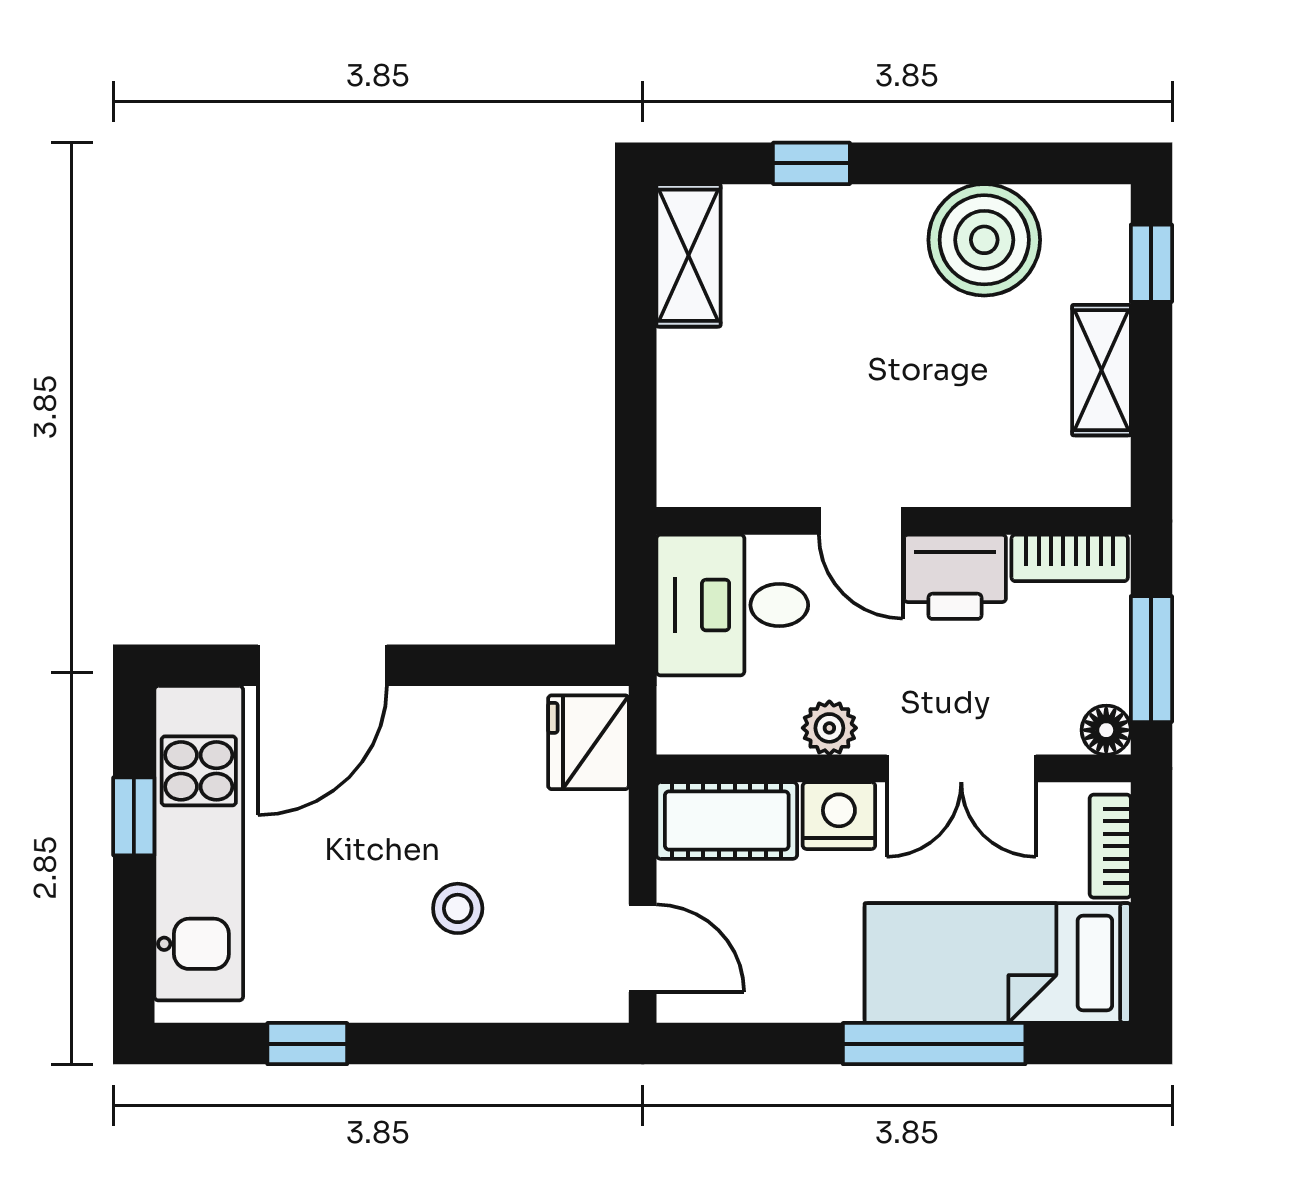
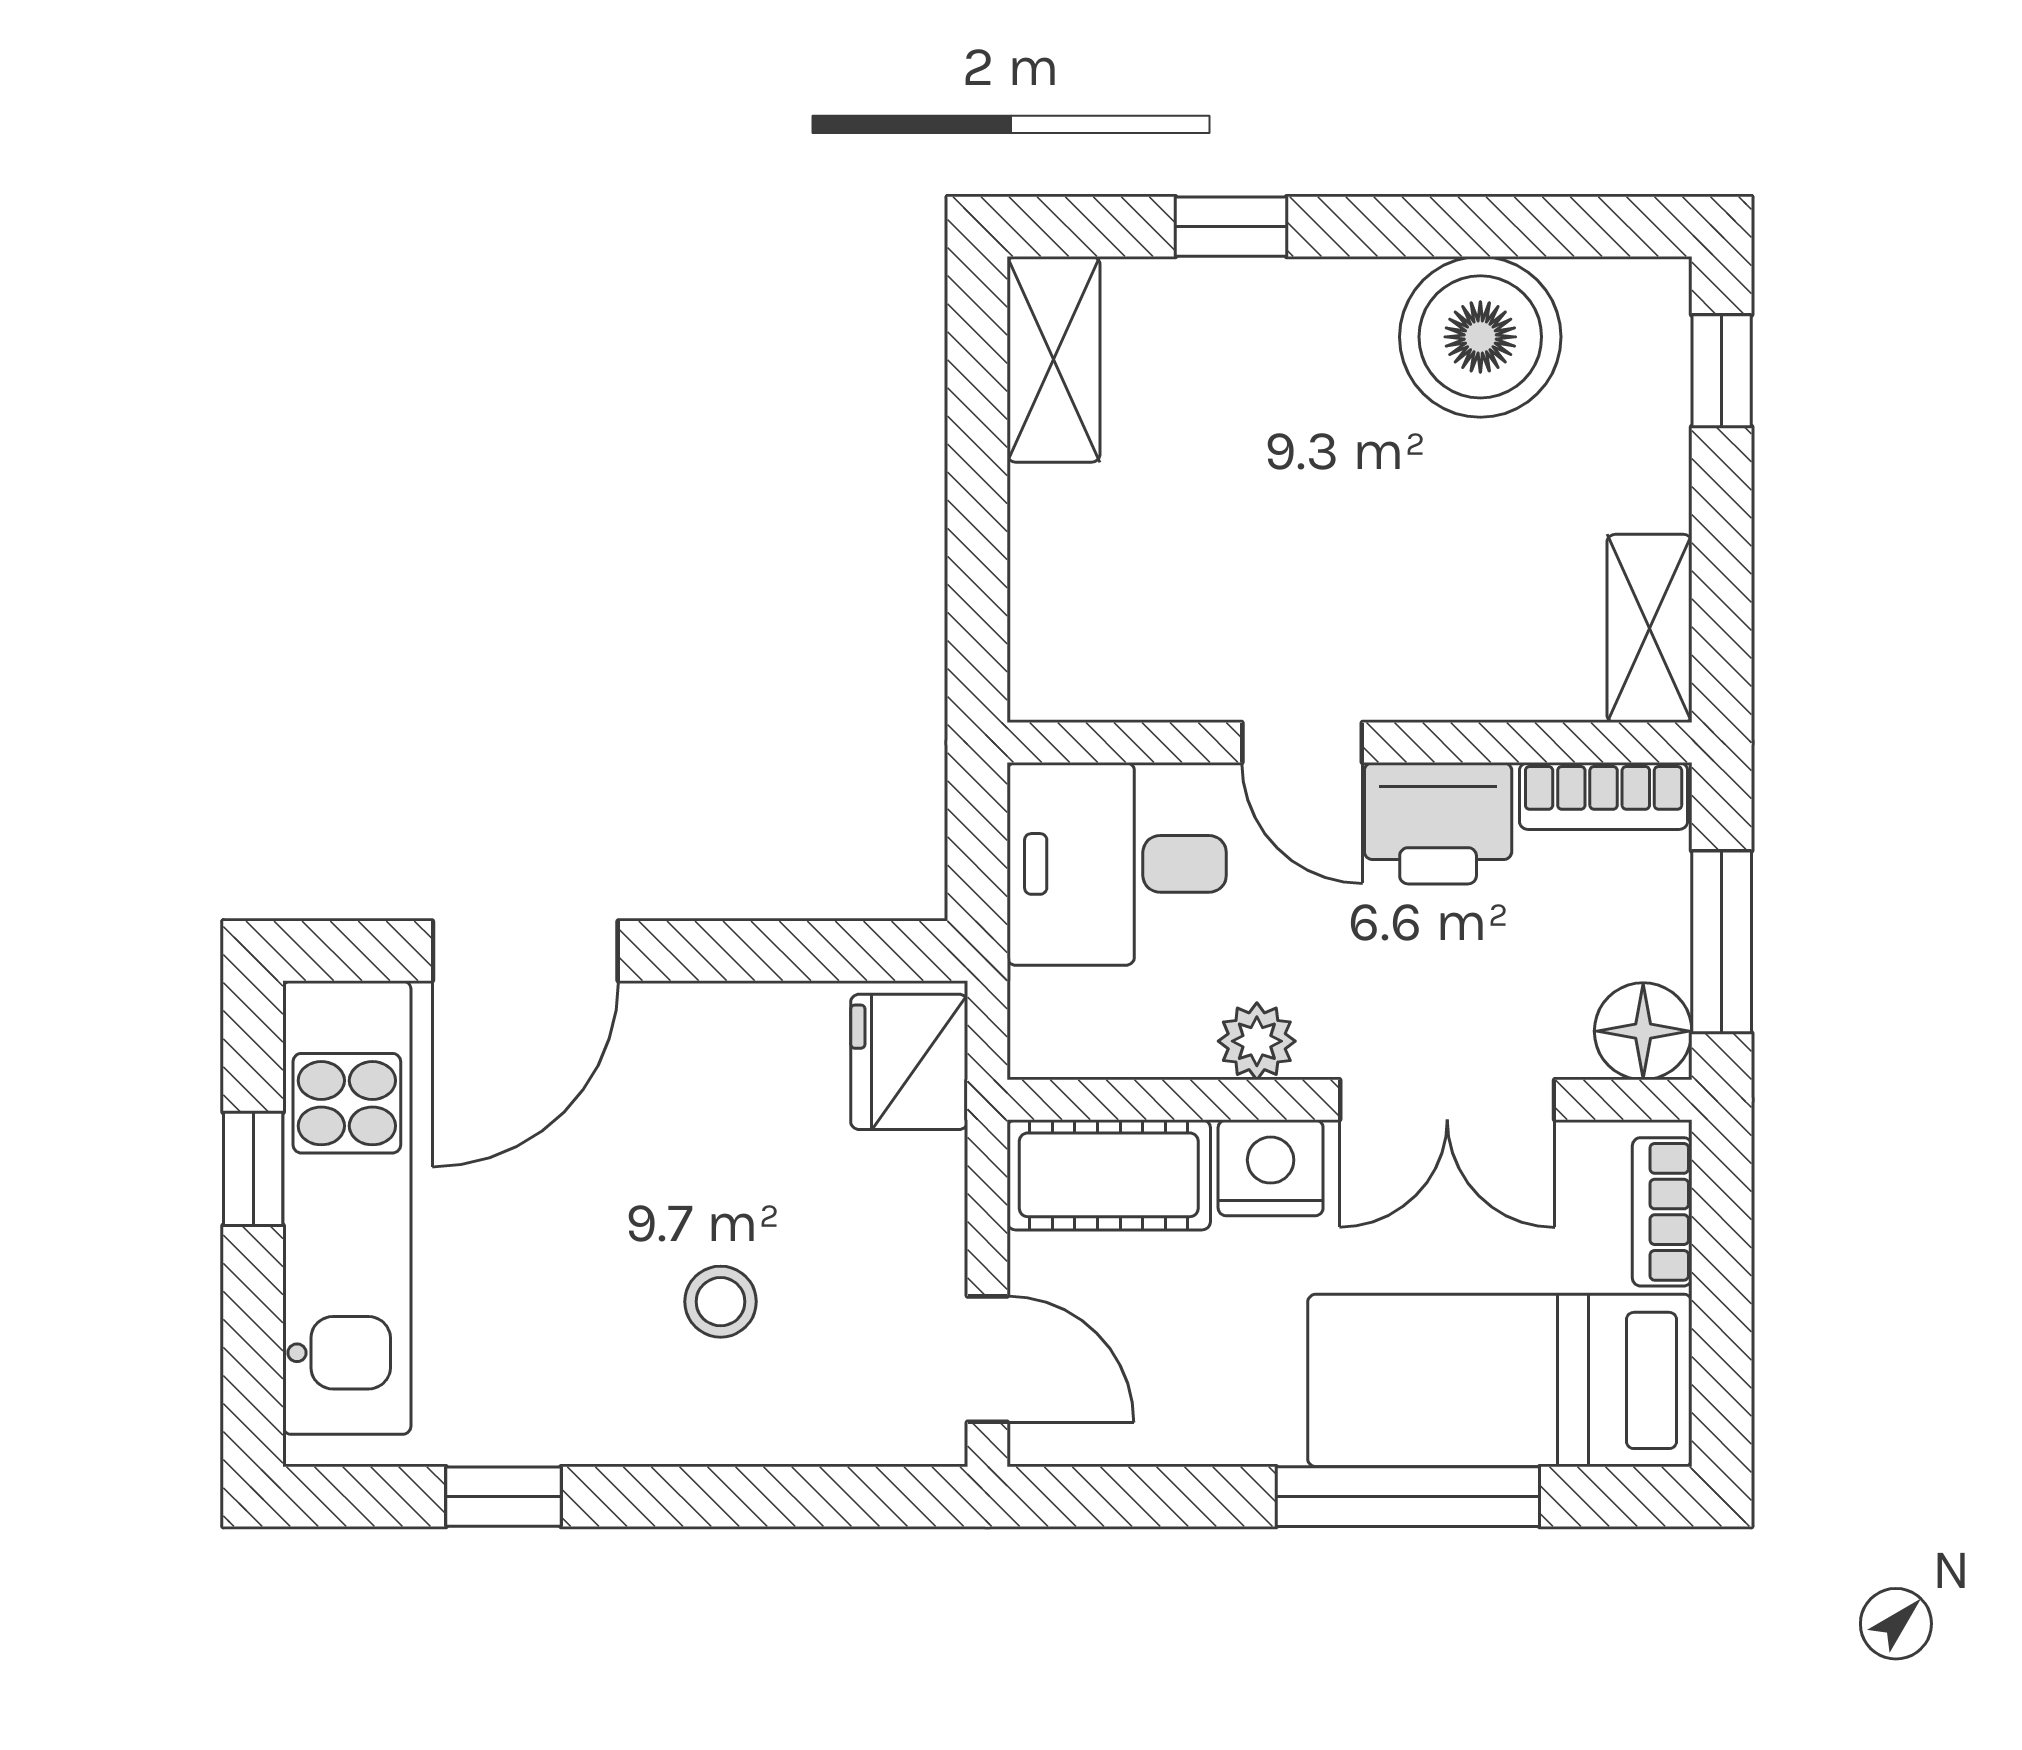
shelving: (1101, 370) -> (1649, 628), moved
floor lamp: (1106, 730) -> (1643, 1031), width x1.37, depth x1.37

